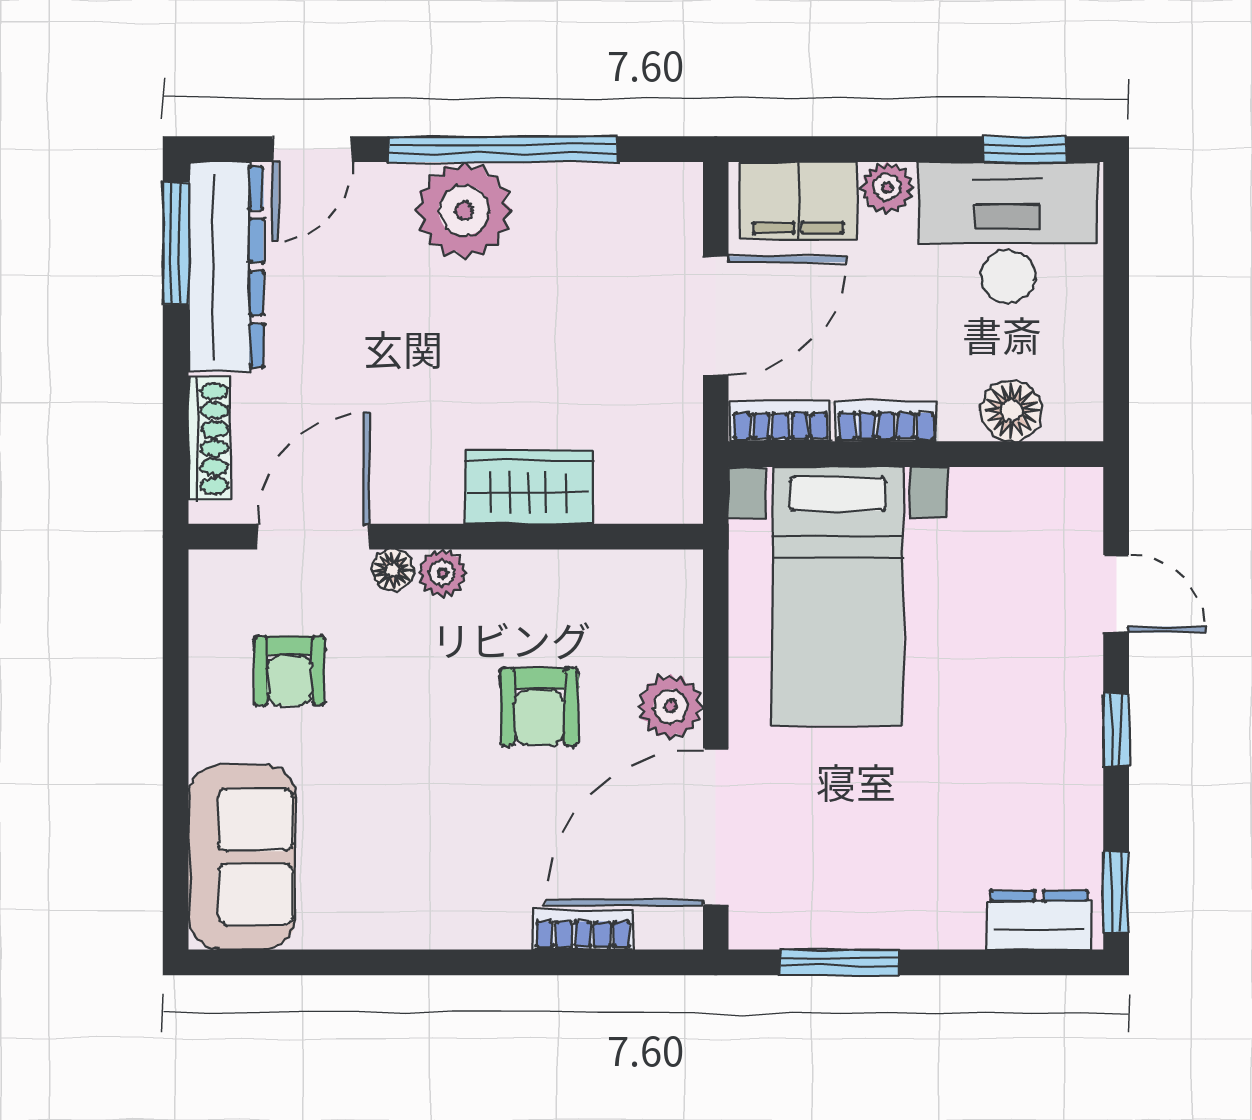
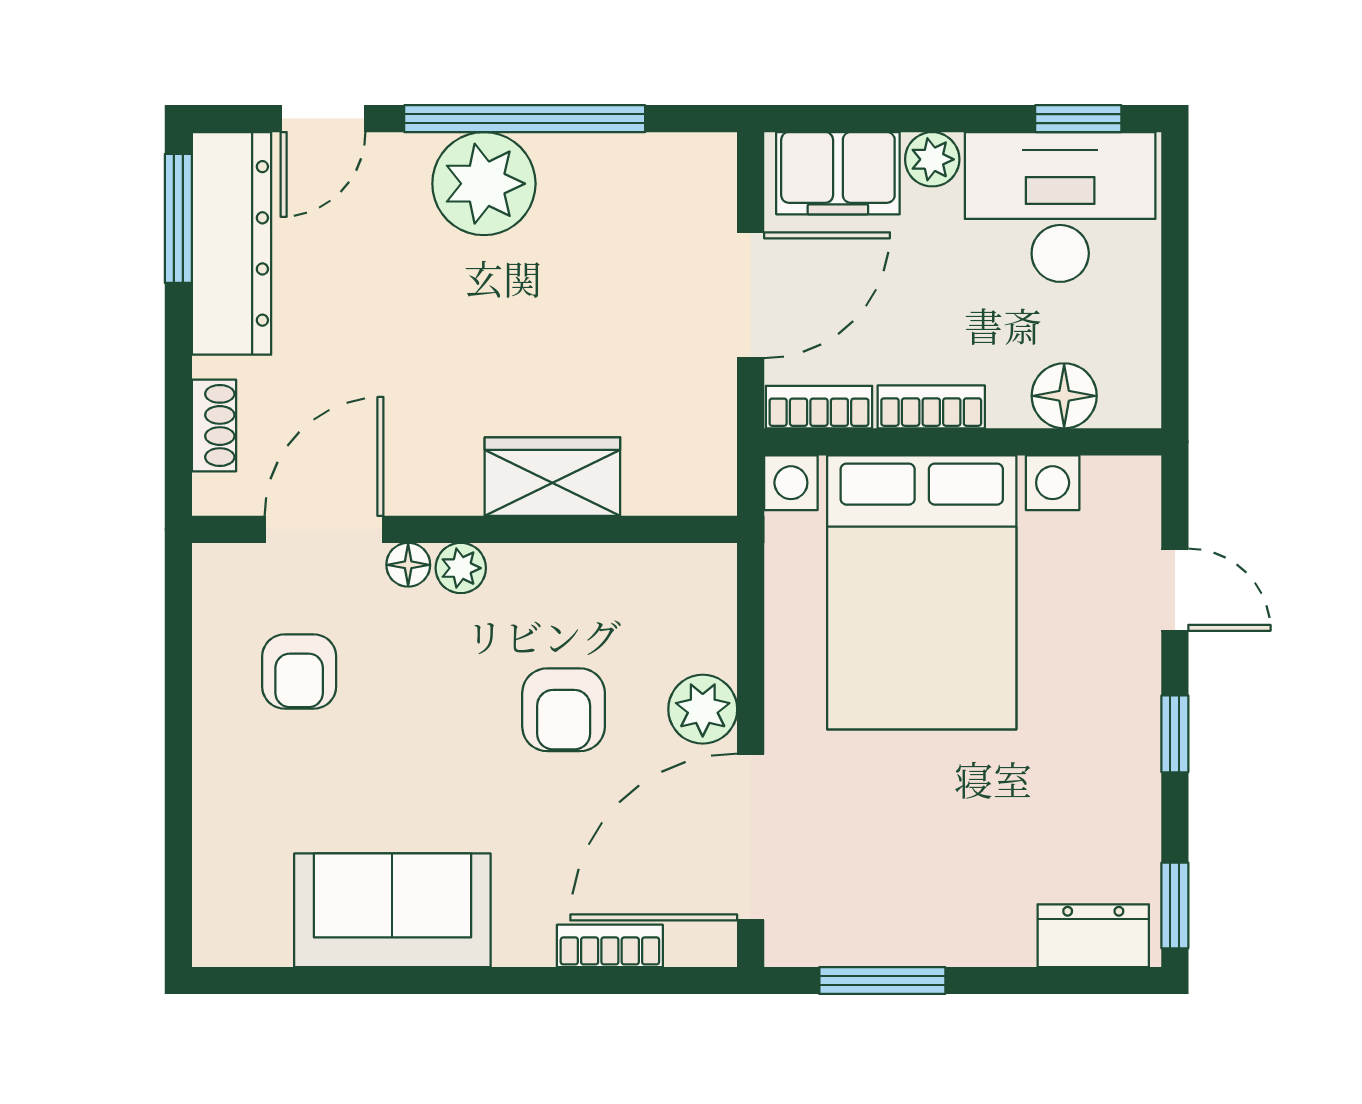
shoe rack: (209, 439) -> (214, 425), width x0.70
bed with nightstands: (838, 596) -> (922, 592), width x1.36
sofa: (242, 857) -> (392, 910), moved, turned -90

